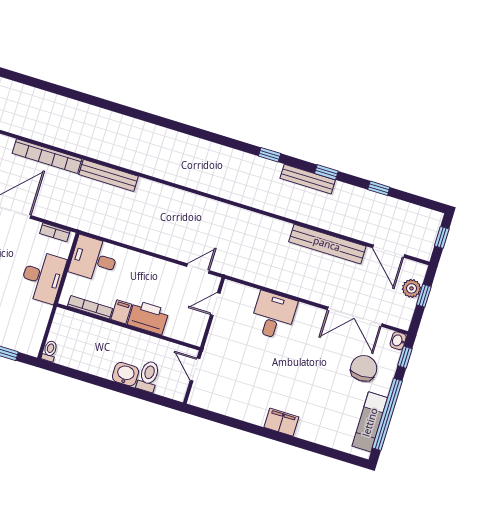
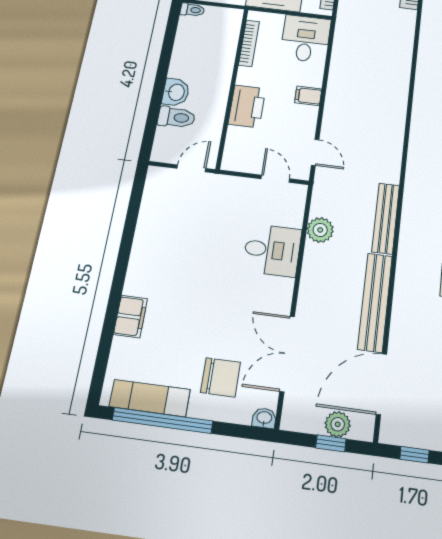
bench: (109, 175) -> (386, 218), moved
door: (389, 251) -> (381, 384), width x1.36
plant: (264, 276) -> (320, 230), added
filing cabinet: (121, 312) -> (308, 96), moved, turned 180
window: (405, 357) -> (243, 431), removed
filing cabinet: (281, 422) -> (130, 317), moved

